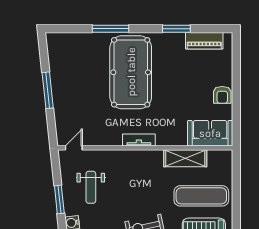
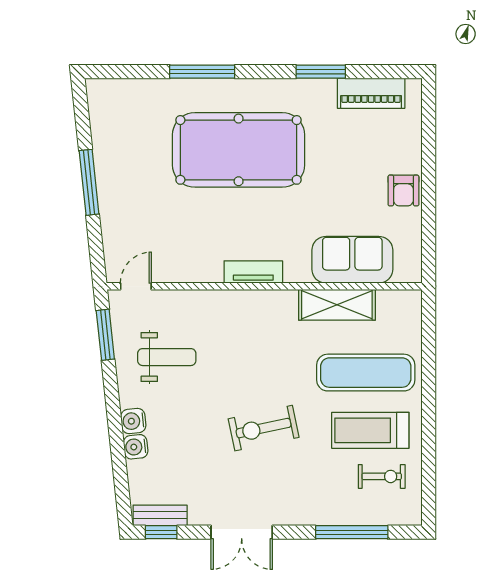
pool table: (131, 72) -> (239, 150), turned 90
sofa: (210, 133) -> (352, 260), moved
weight bench: (91, 187) -> (167, 357), turned -90
window: (59, 199) -> (105, 335), moved

